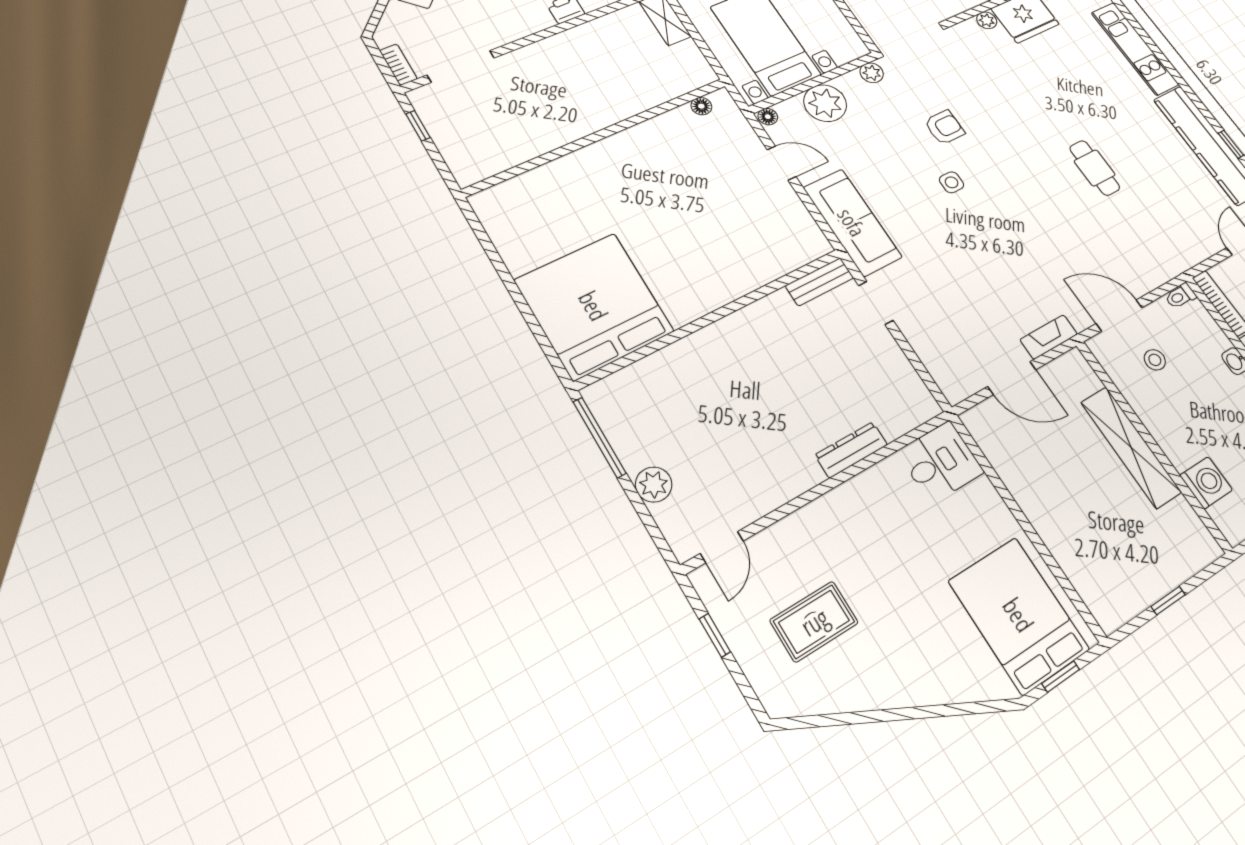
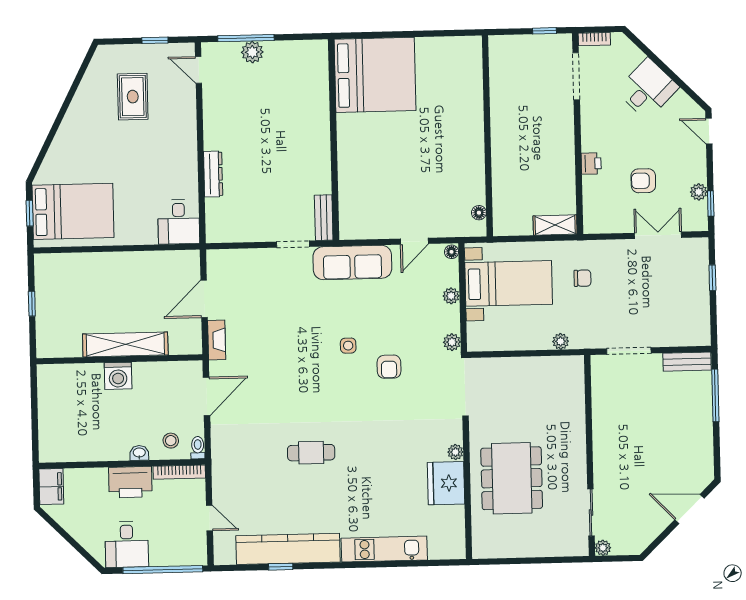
plant: (825, 103) -> (451, 296), width x0.53, depth x0.53
stool: (1155, 360) -> (171, 441), moved
window: (599, 437) -> (246, 38), moved
washing machine: (1206, 483) -> (118, 376), moved

